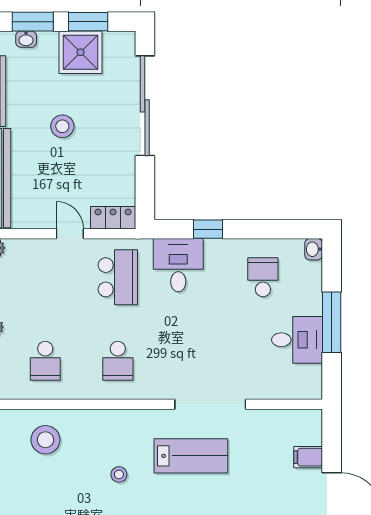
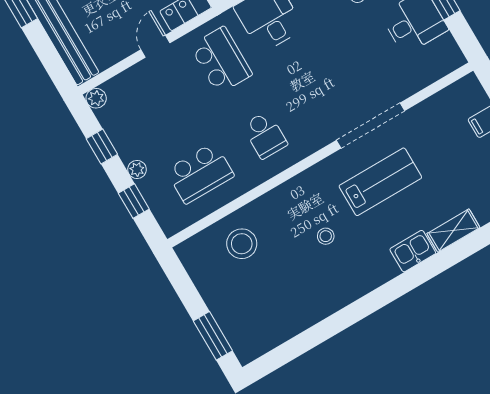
door: (70, 234) -> (155, 46), hinge flipped
school desk: (45, 361) -> (200, 173), width x1.85

